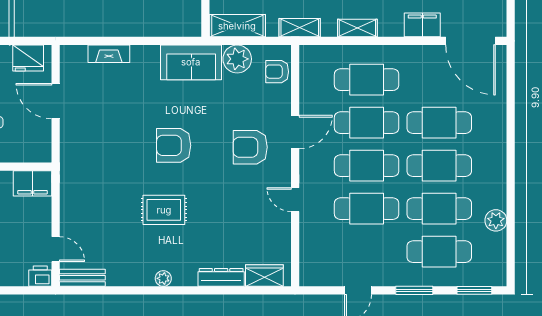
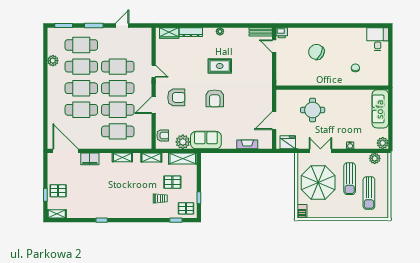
door: (56, 101) -> (274, 121), swing flipped
armchair: (174, 145) -> (215, 98), turned 90
filing cabinet: (33, 183) -> (286, 79), removed

